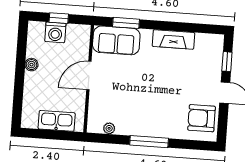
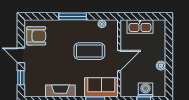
coffee table: (129, 92) -> (89, 51), added

